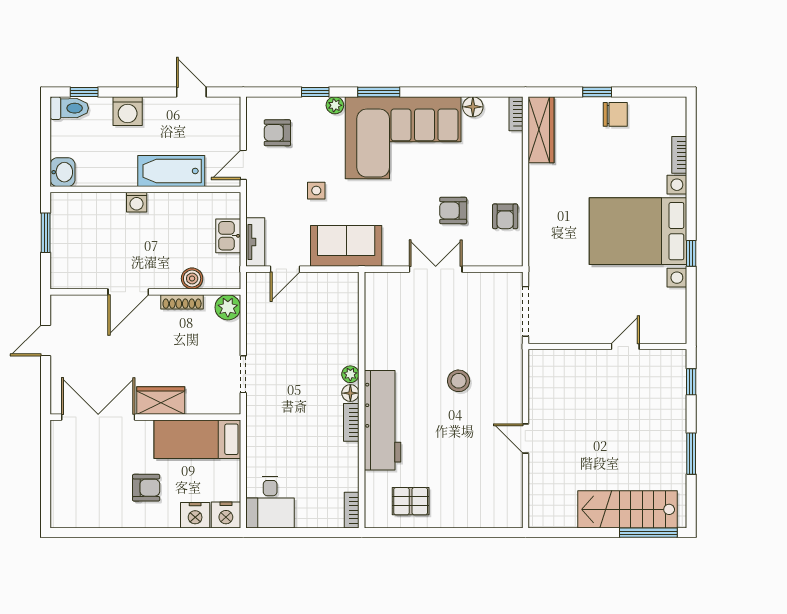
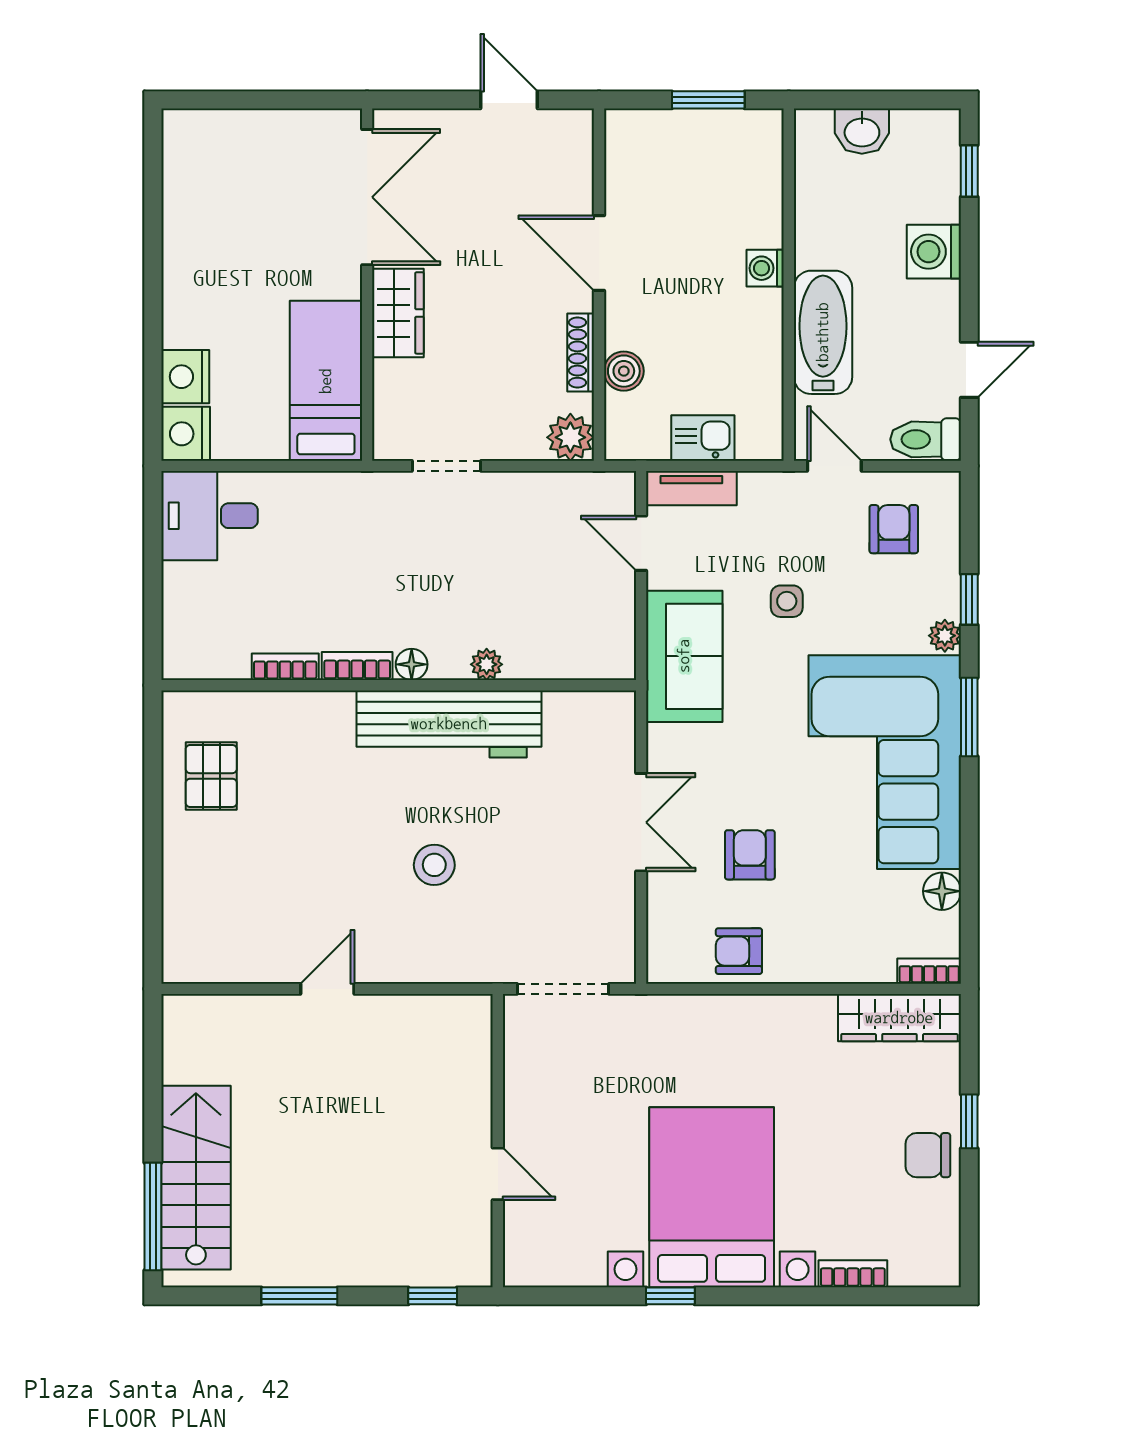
toilet: (69, 108) -> (926, 439), moved, turned 90
chair: (615, 114) -> (928, 1155), turned 90
washbasin: (63, 172) -> (862, 131), moved
plant: (350, 374) -> (487, 664), moved
workbench: (383, 420) -> (449, 724), moved
armchair: (146, 488) -> (236, 286), removed
bookcase: (352, 510) -> (285, 667), moved

